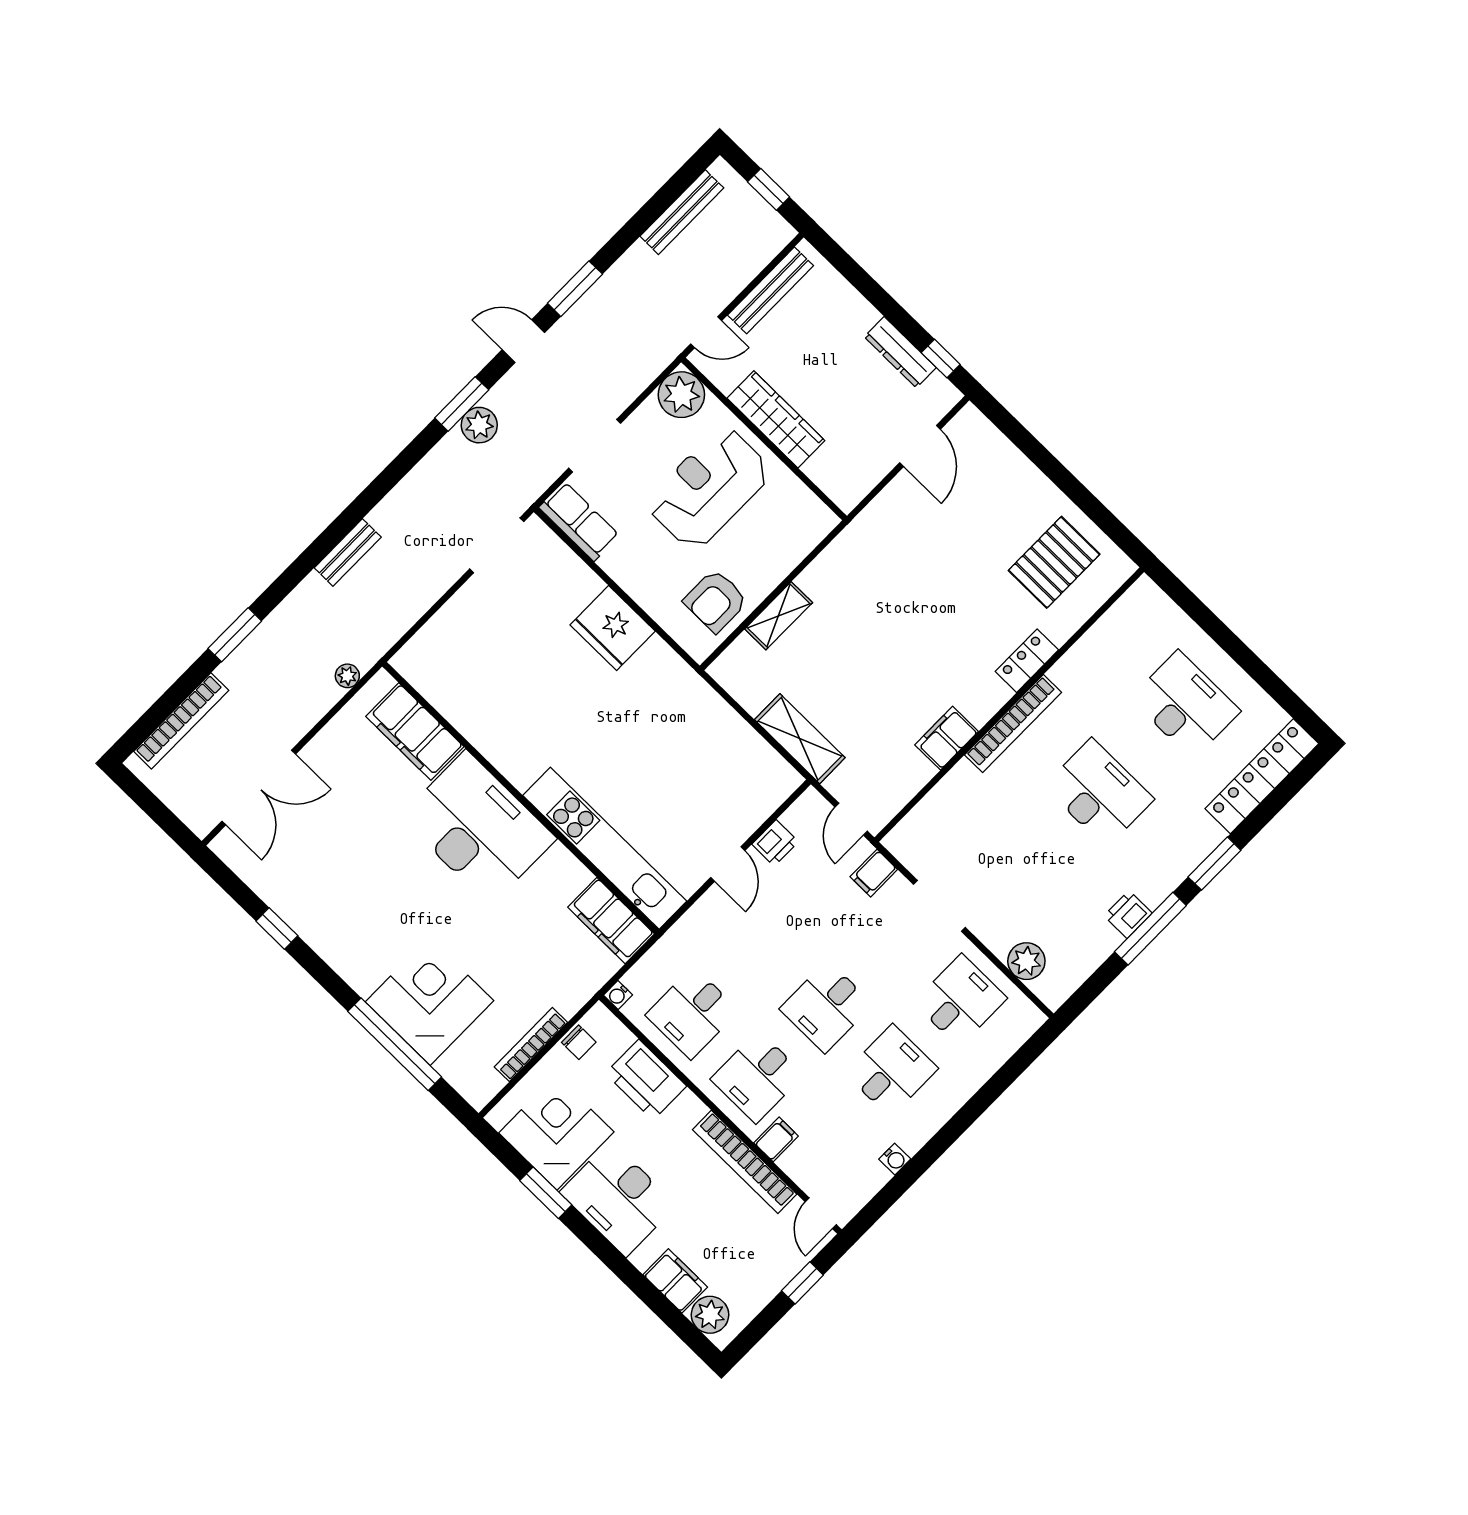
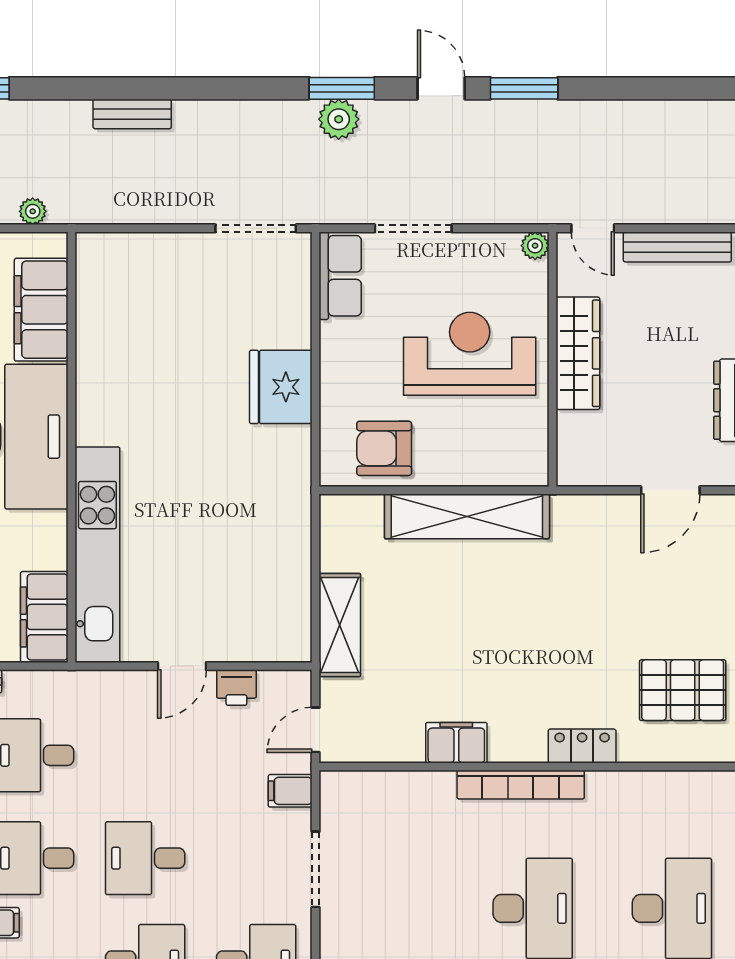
bench: (682, 212) -> (670, 114), removed
plant: (681, 395) -> (535, 246), width x0.53, depth x0.53
shelving: (779, 616) -> (467, 516), width x2.20, depth x1.33

